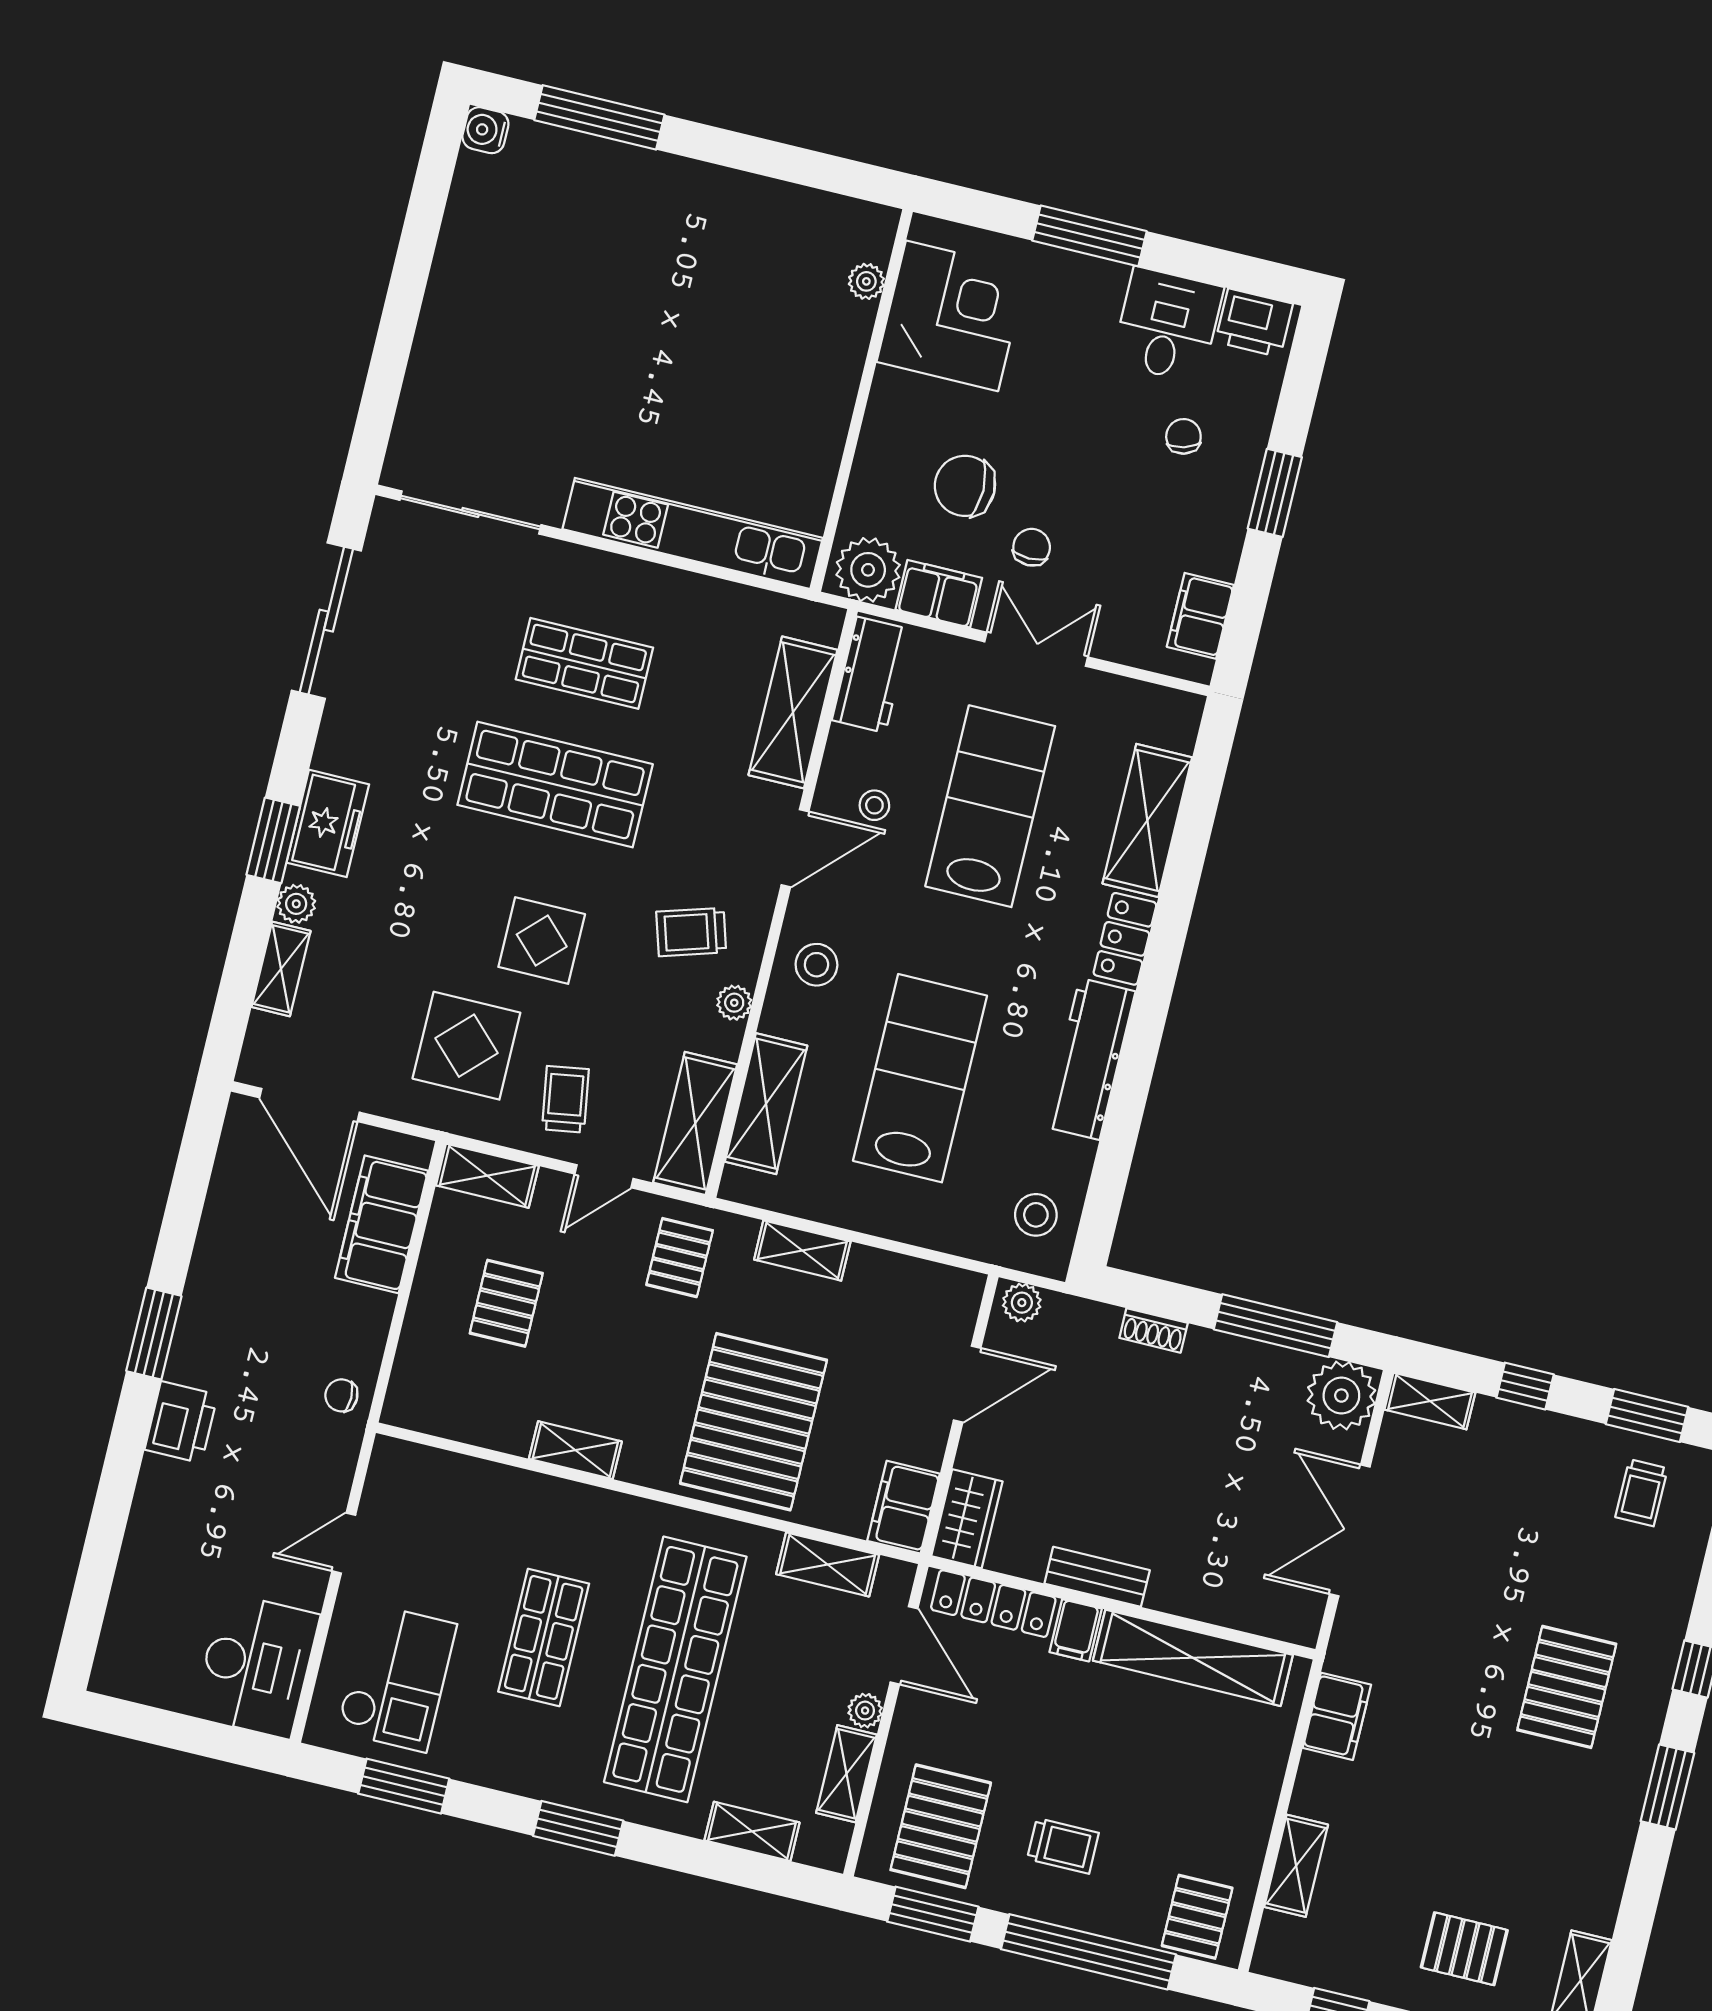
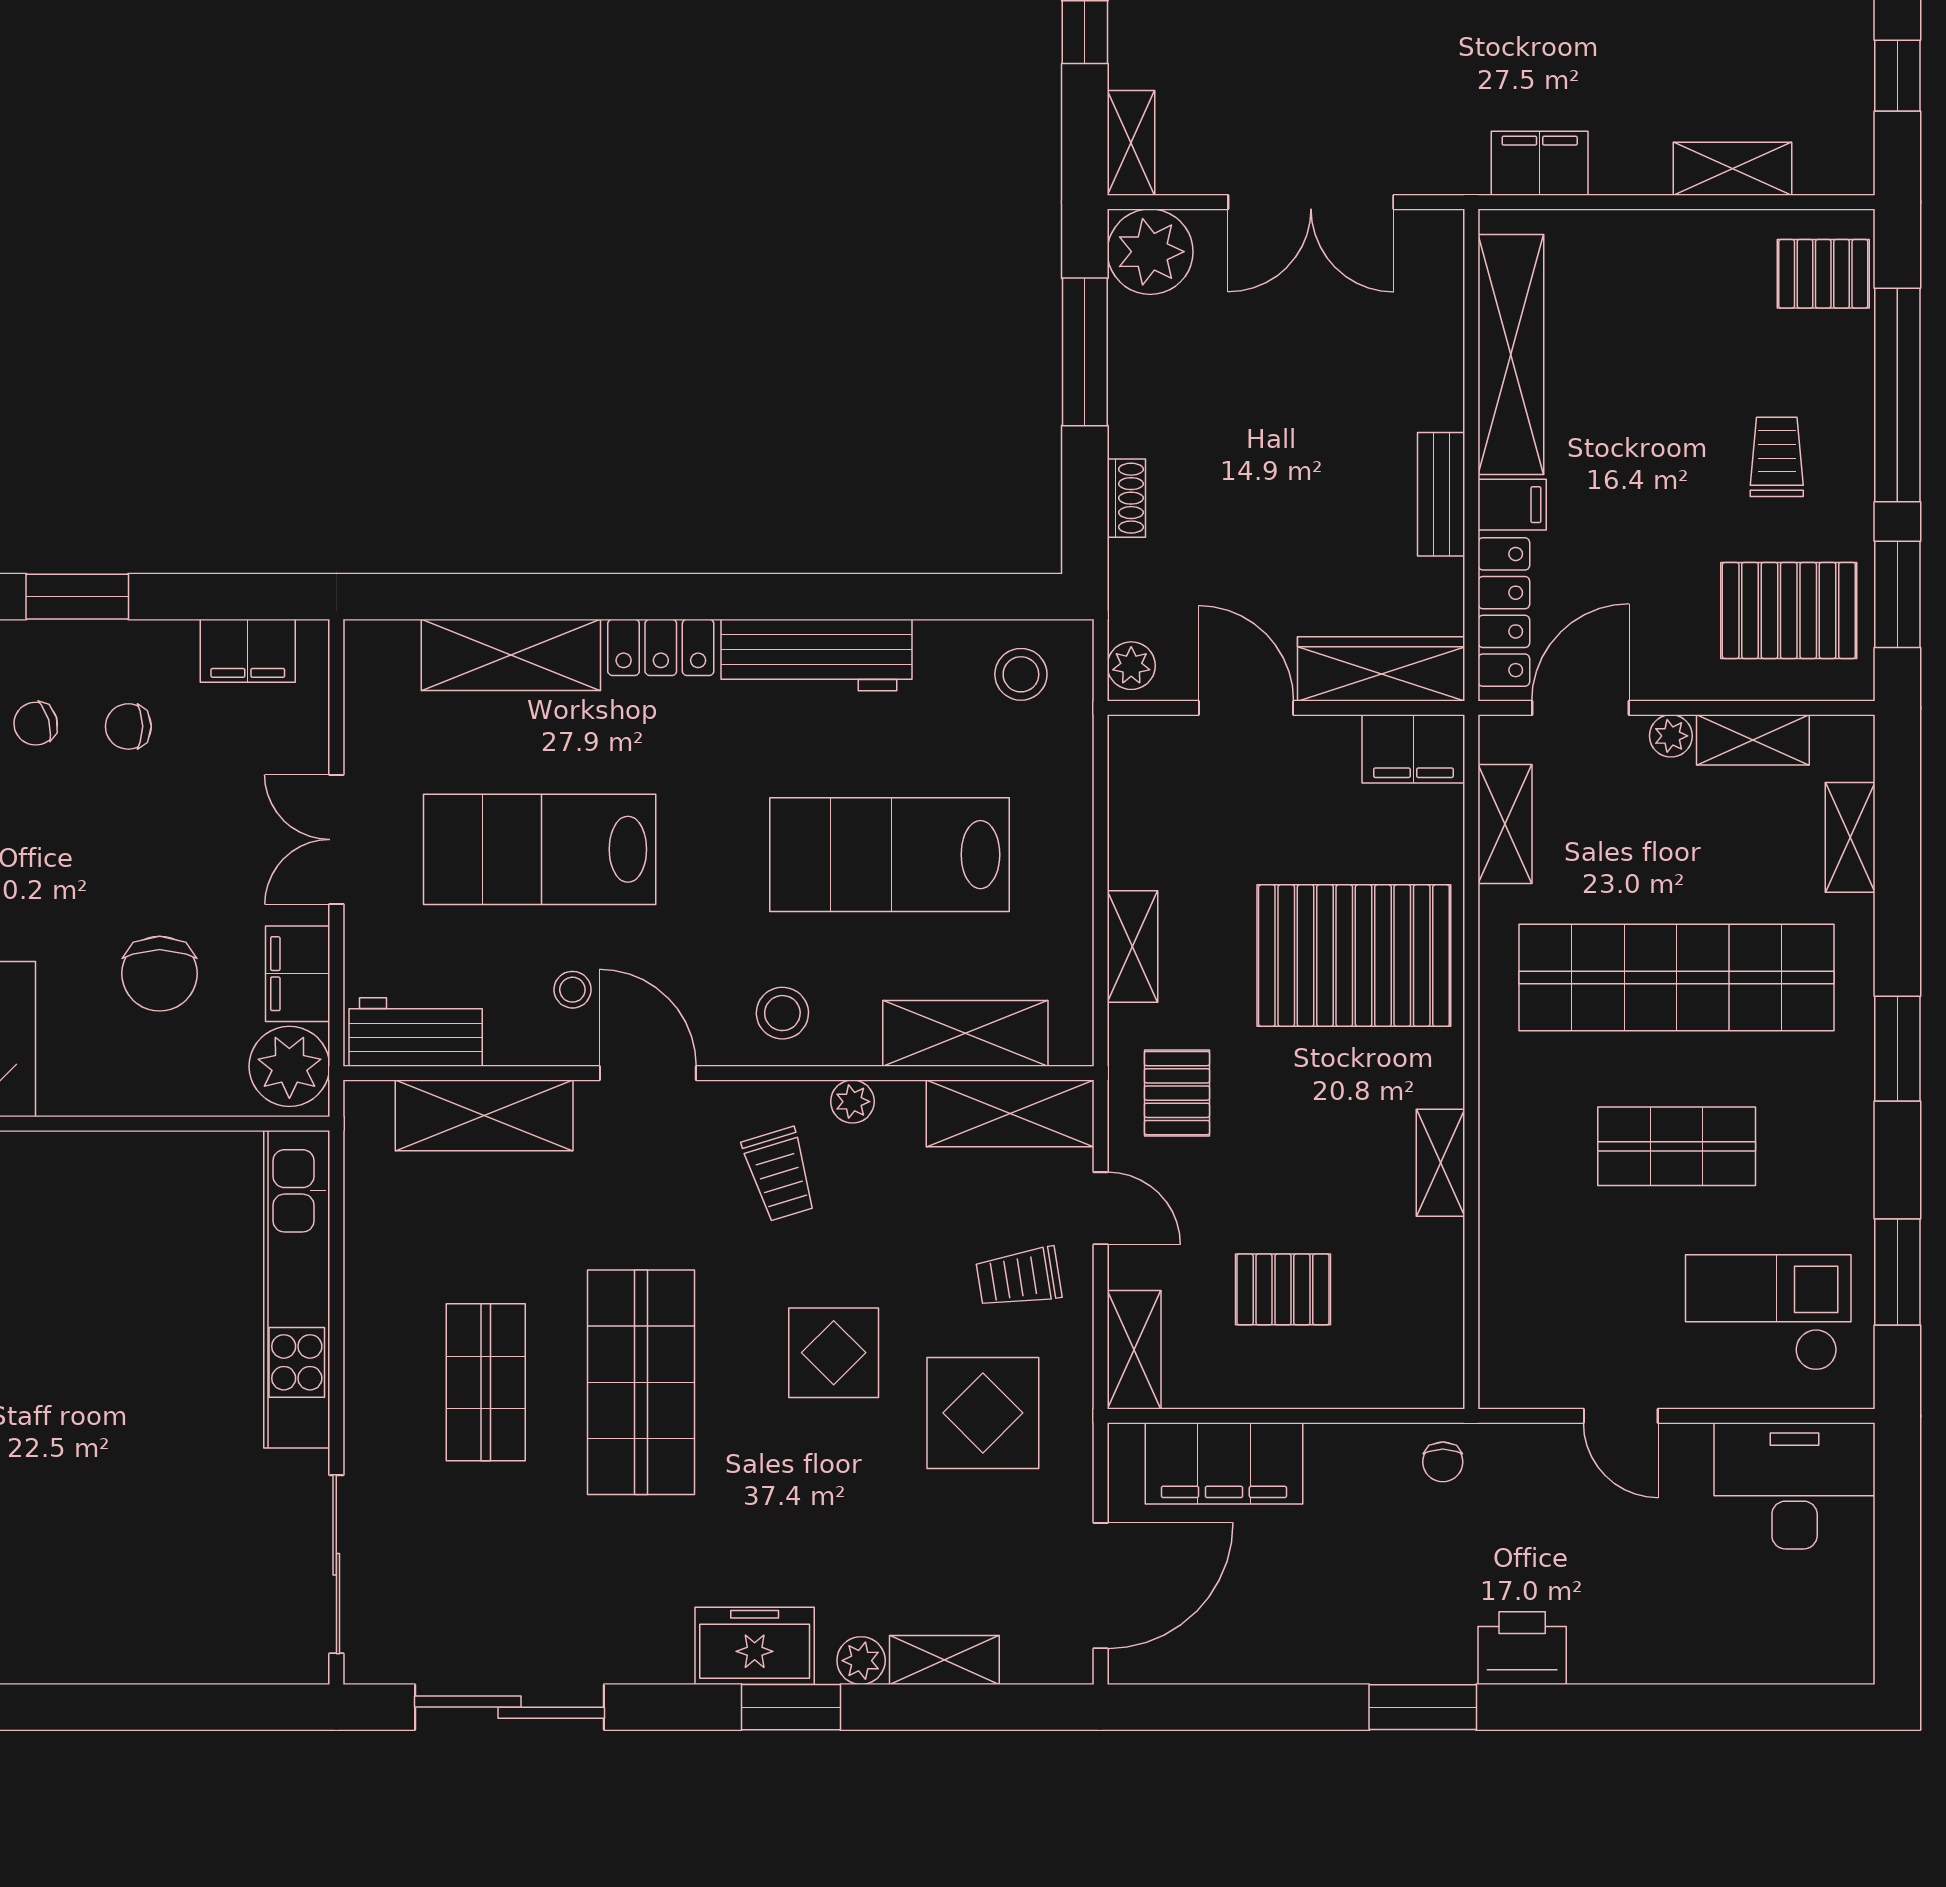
chair: (1032, 547) -> (128, 726), moved
pallet: (680, 1258) -> (1177, 1093), turned 90
wardrobe: (967, 1519) -> (1381, 669), width x1.50

